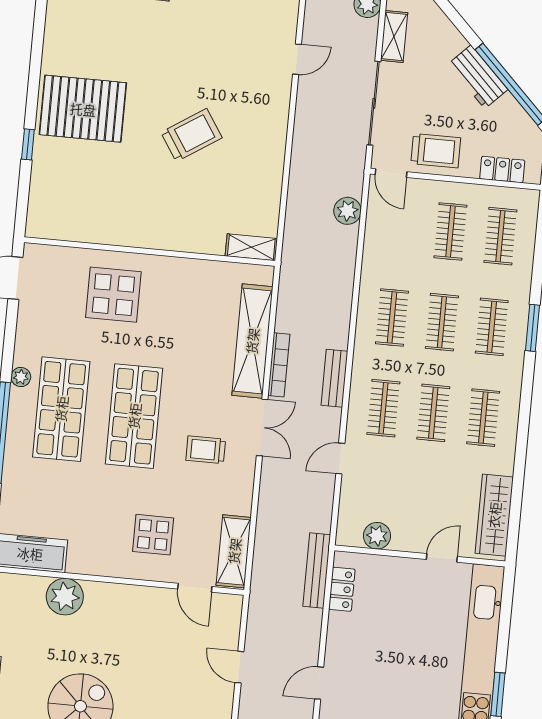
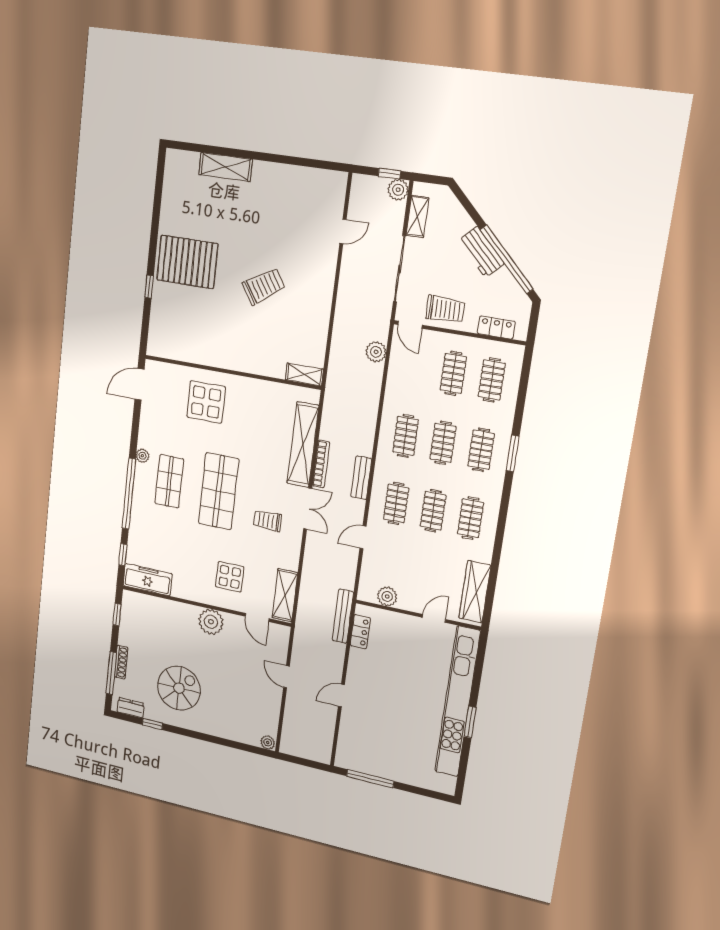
shop shelf: (61, 409) -> (169, 481), width x0.70, depth x0.74
plant: (65, 597) -> (211, 622), moved

